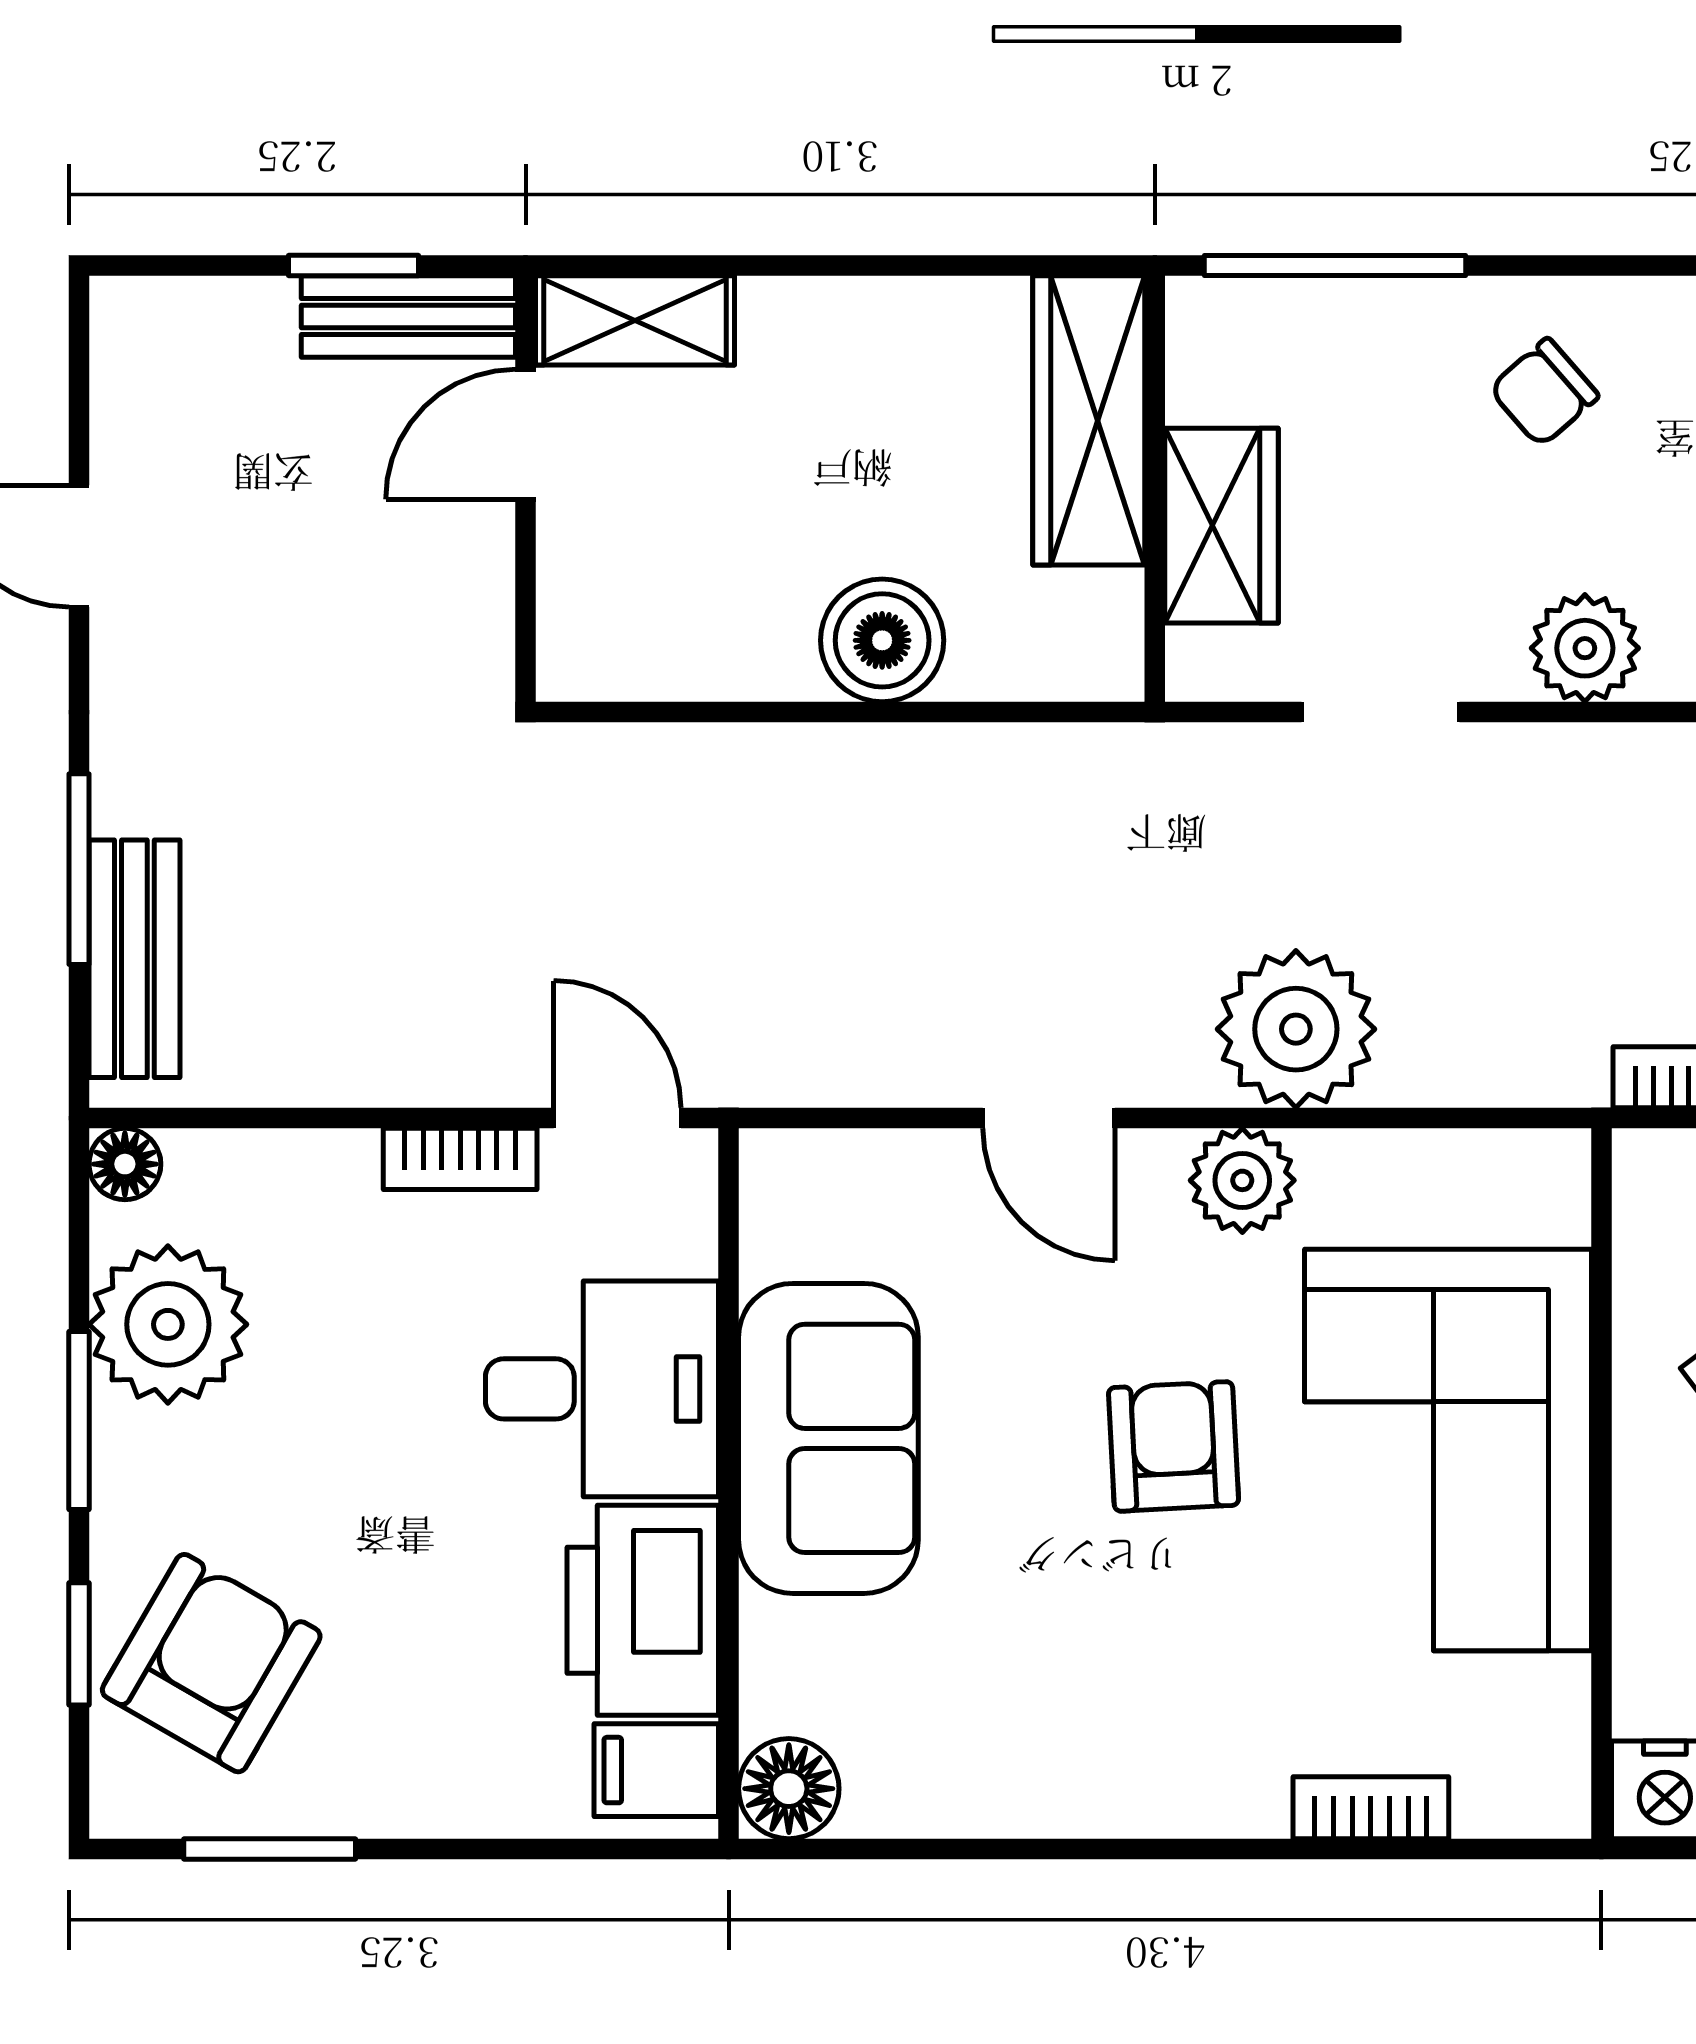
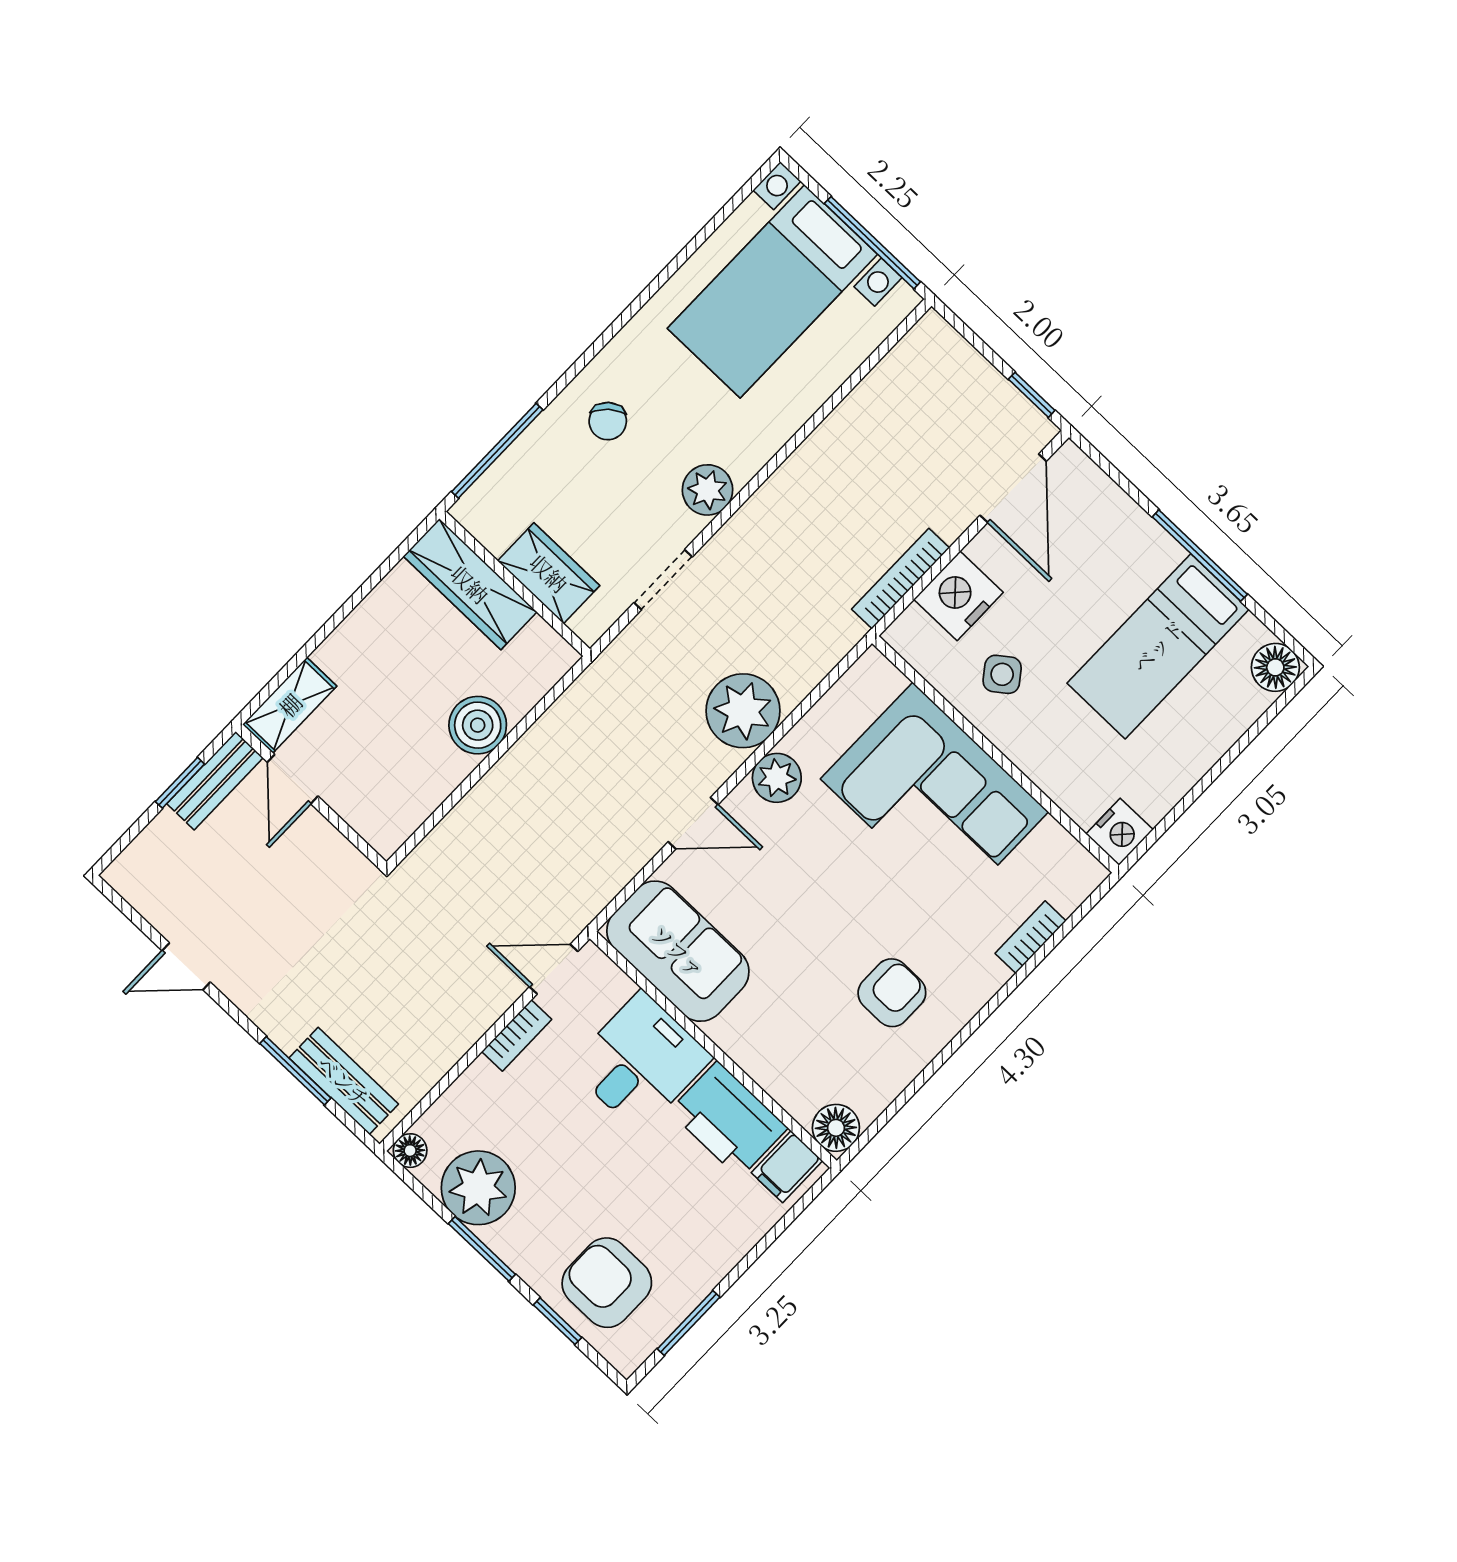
sofa: (828, 1438) -> (678, 951), moved
armchair: (1173, 1446) -> (892, 993), moved, turned 93
armchair: (211, 1663) -> (607, 1283), turned -30

